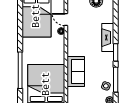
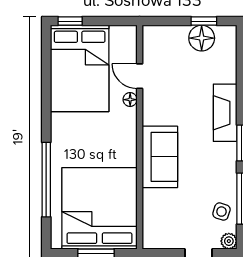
sofa: (76, 72) -> (160, 157), moved

